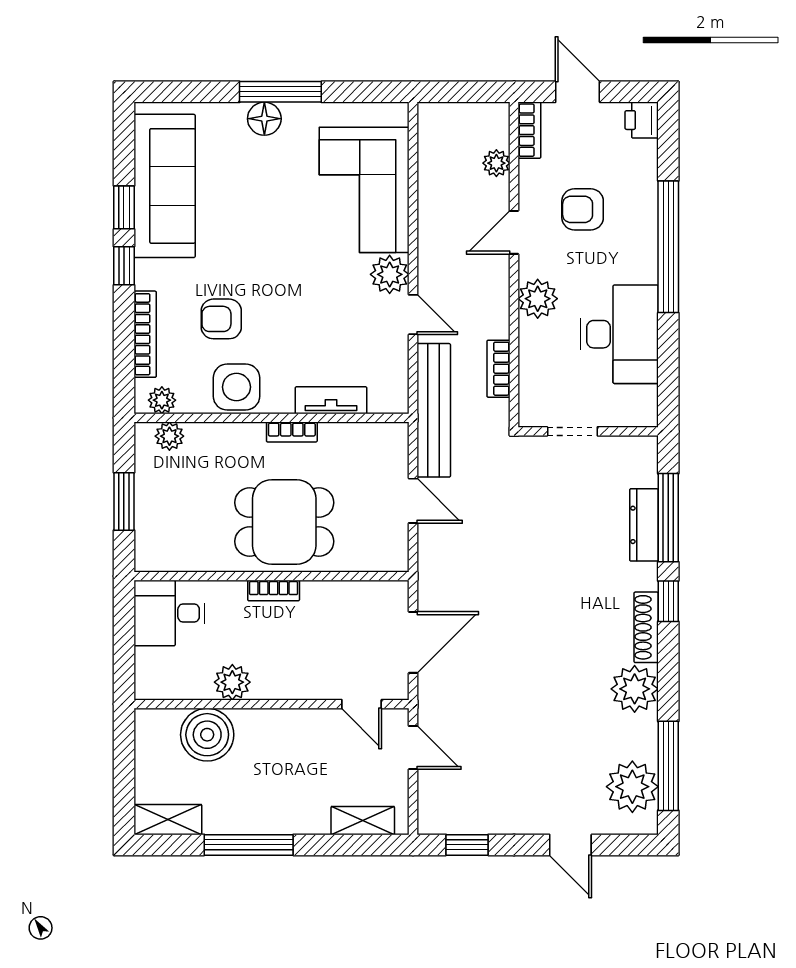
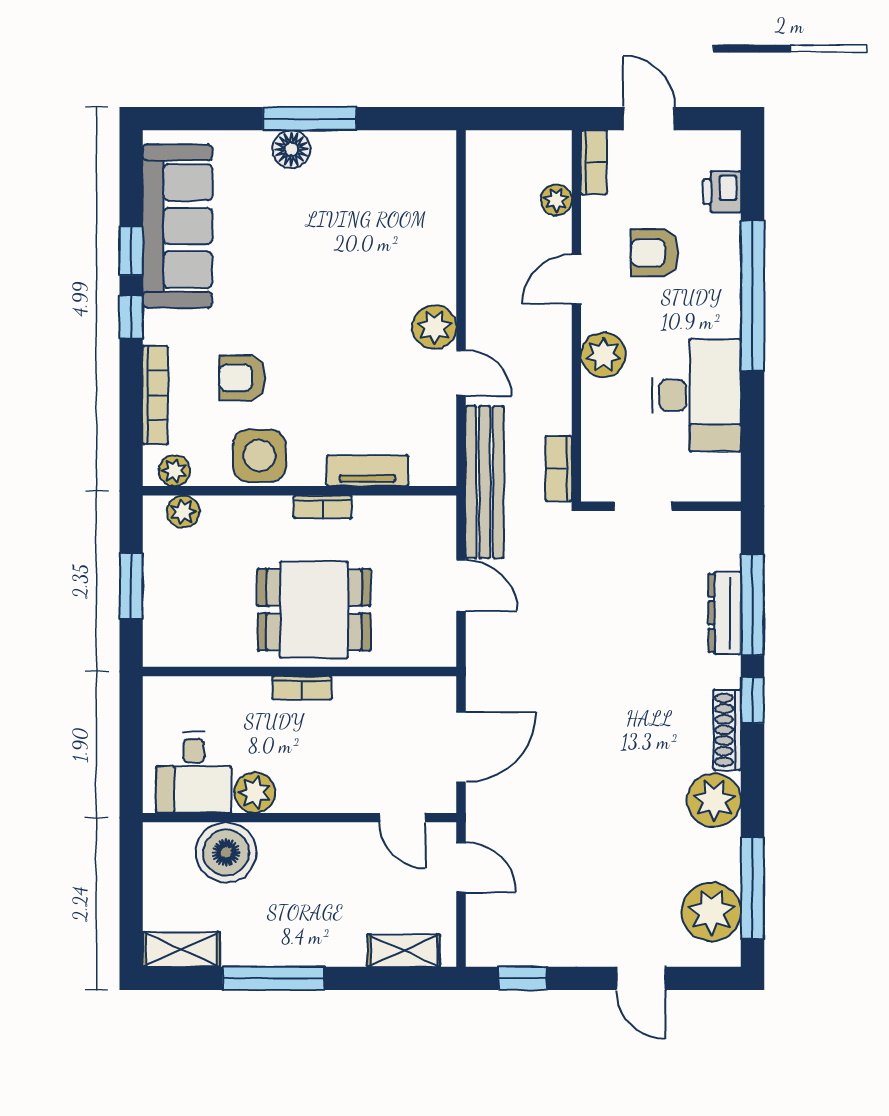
printer: (642, 120) -> (722, 192), moved
corner sofa: (364, 190) -> (405, 230), removed
bookcase: (499, 369) -> (559, 469), moved
desk: (169, 613) -> (194, 773), moved, turned -90

